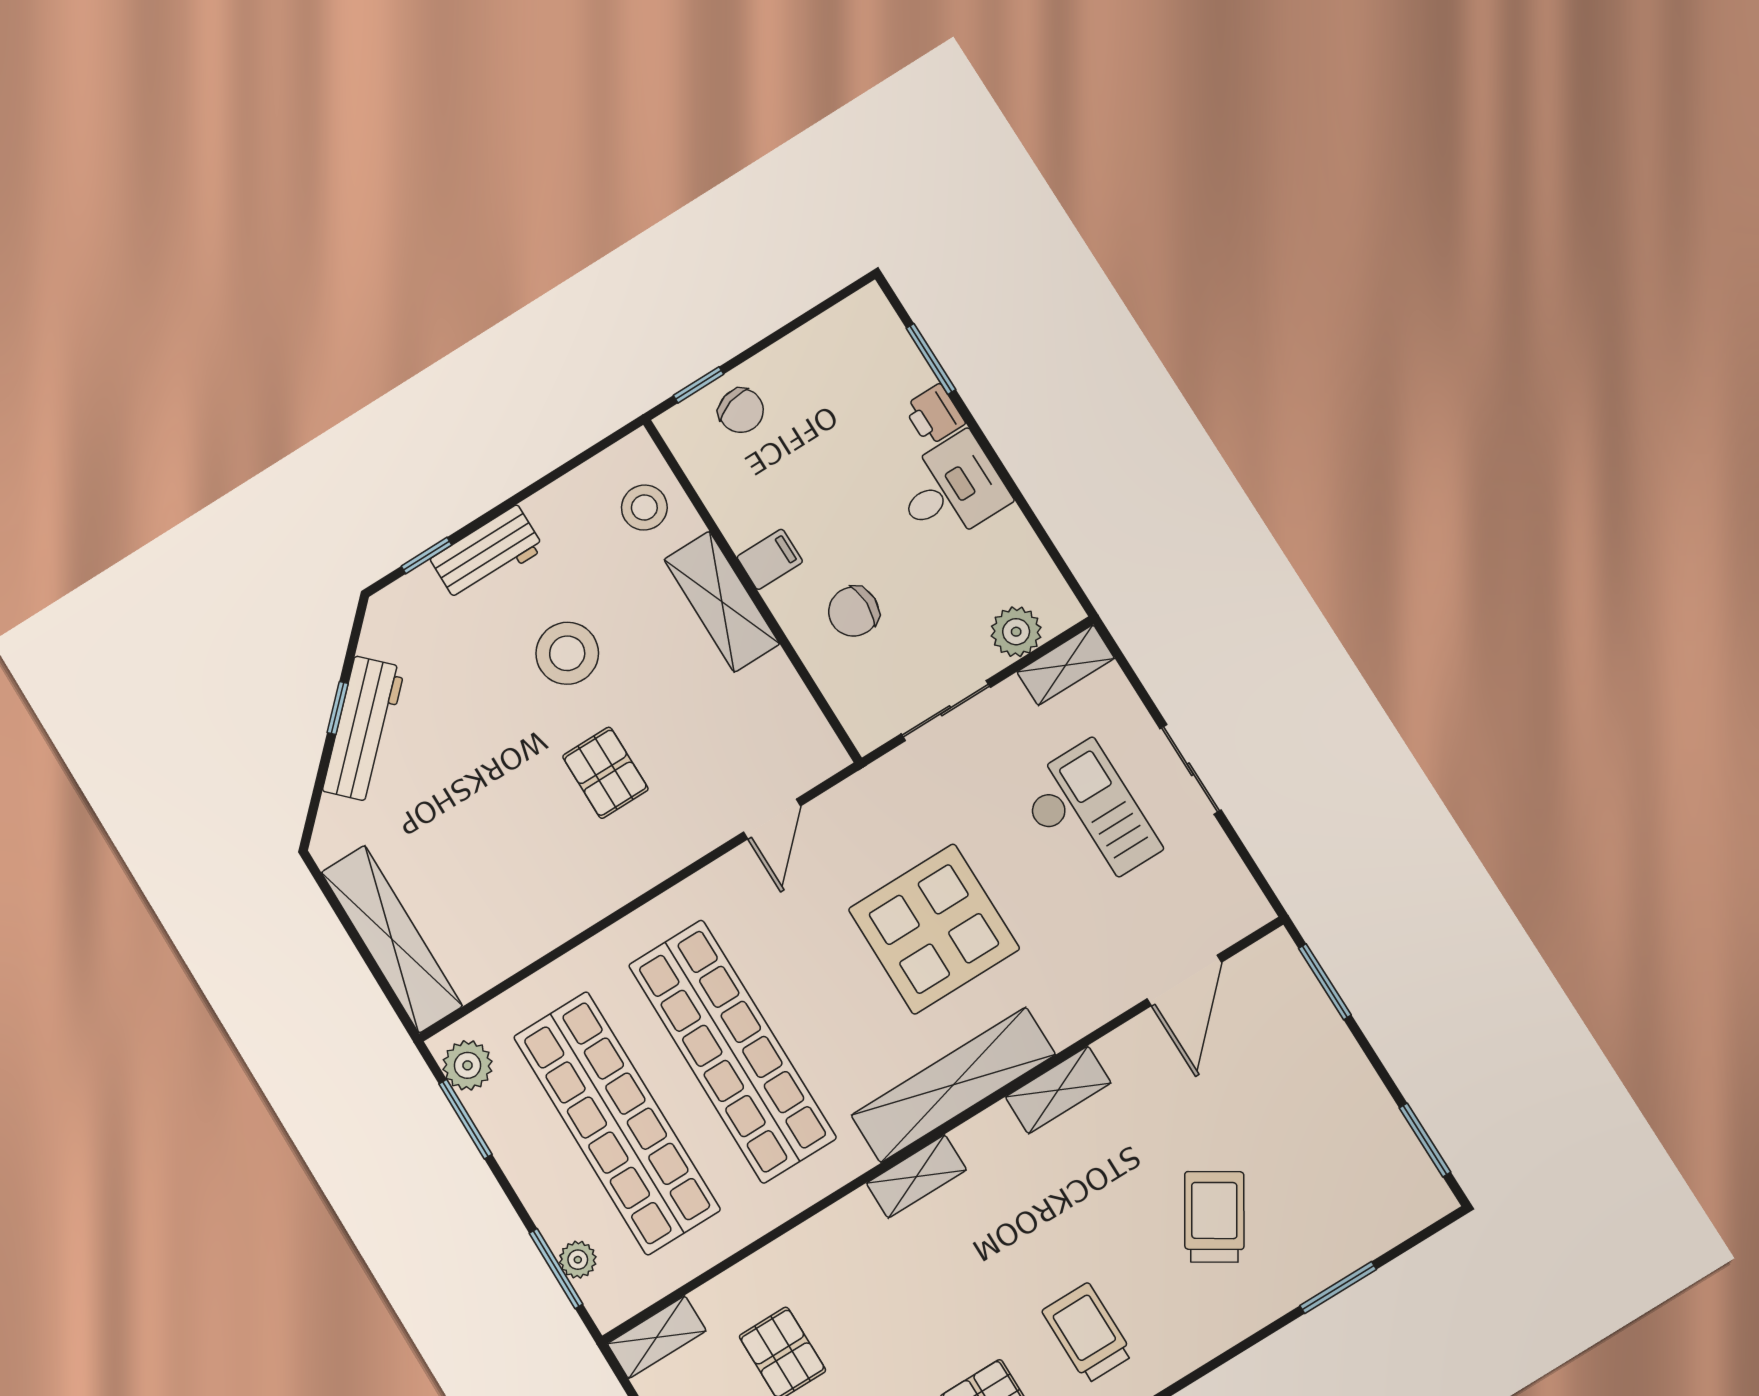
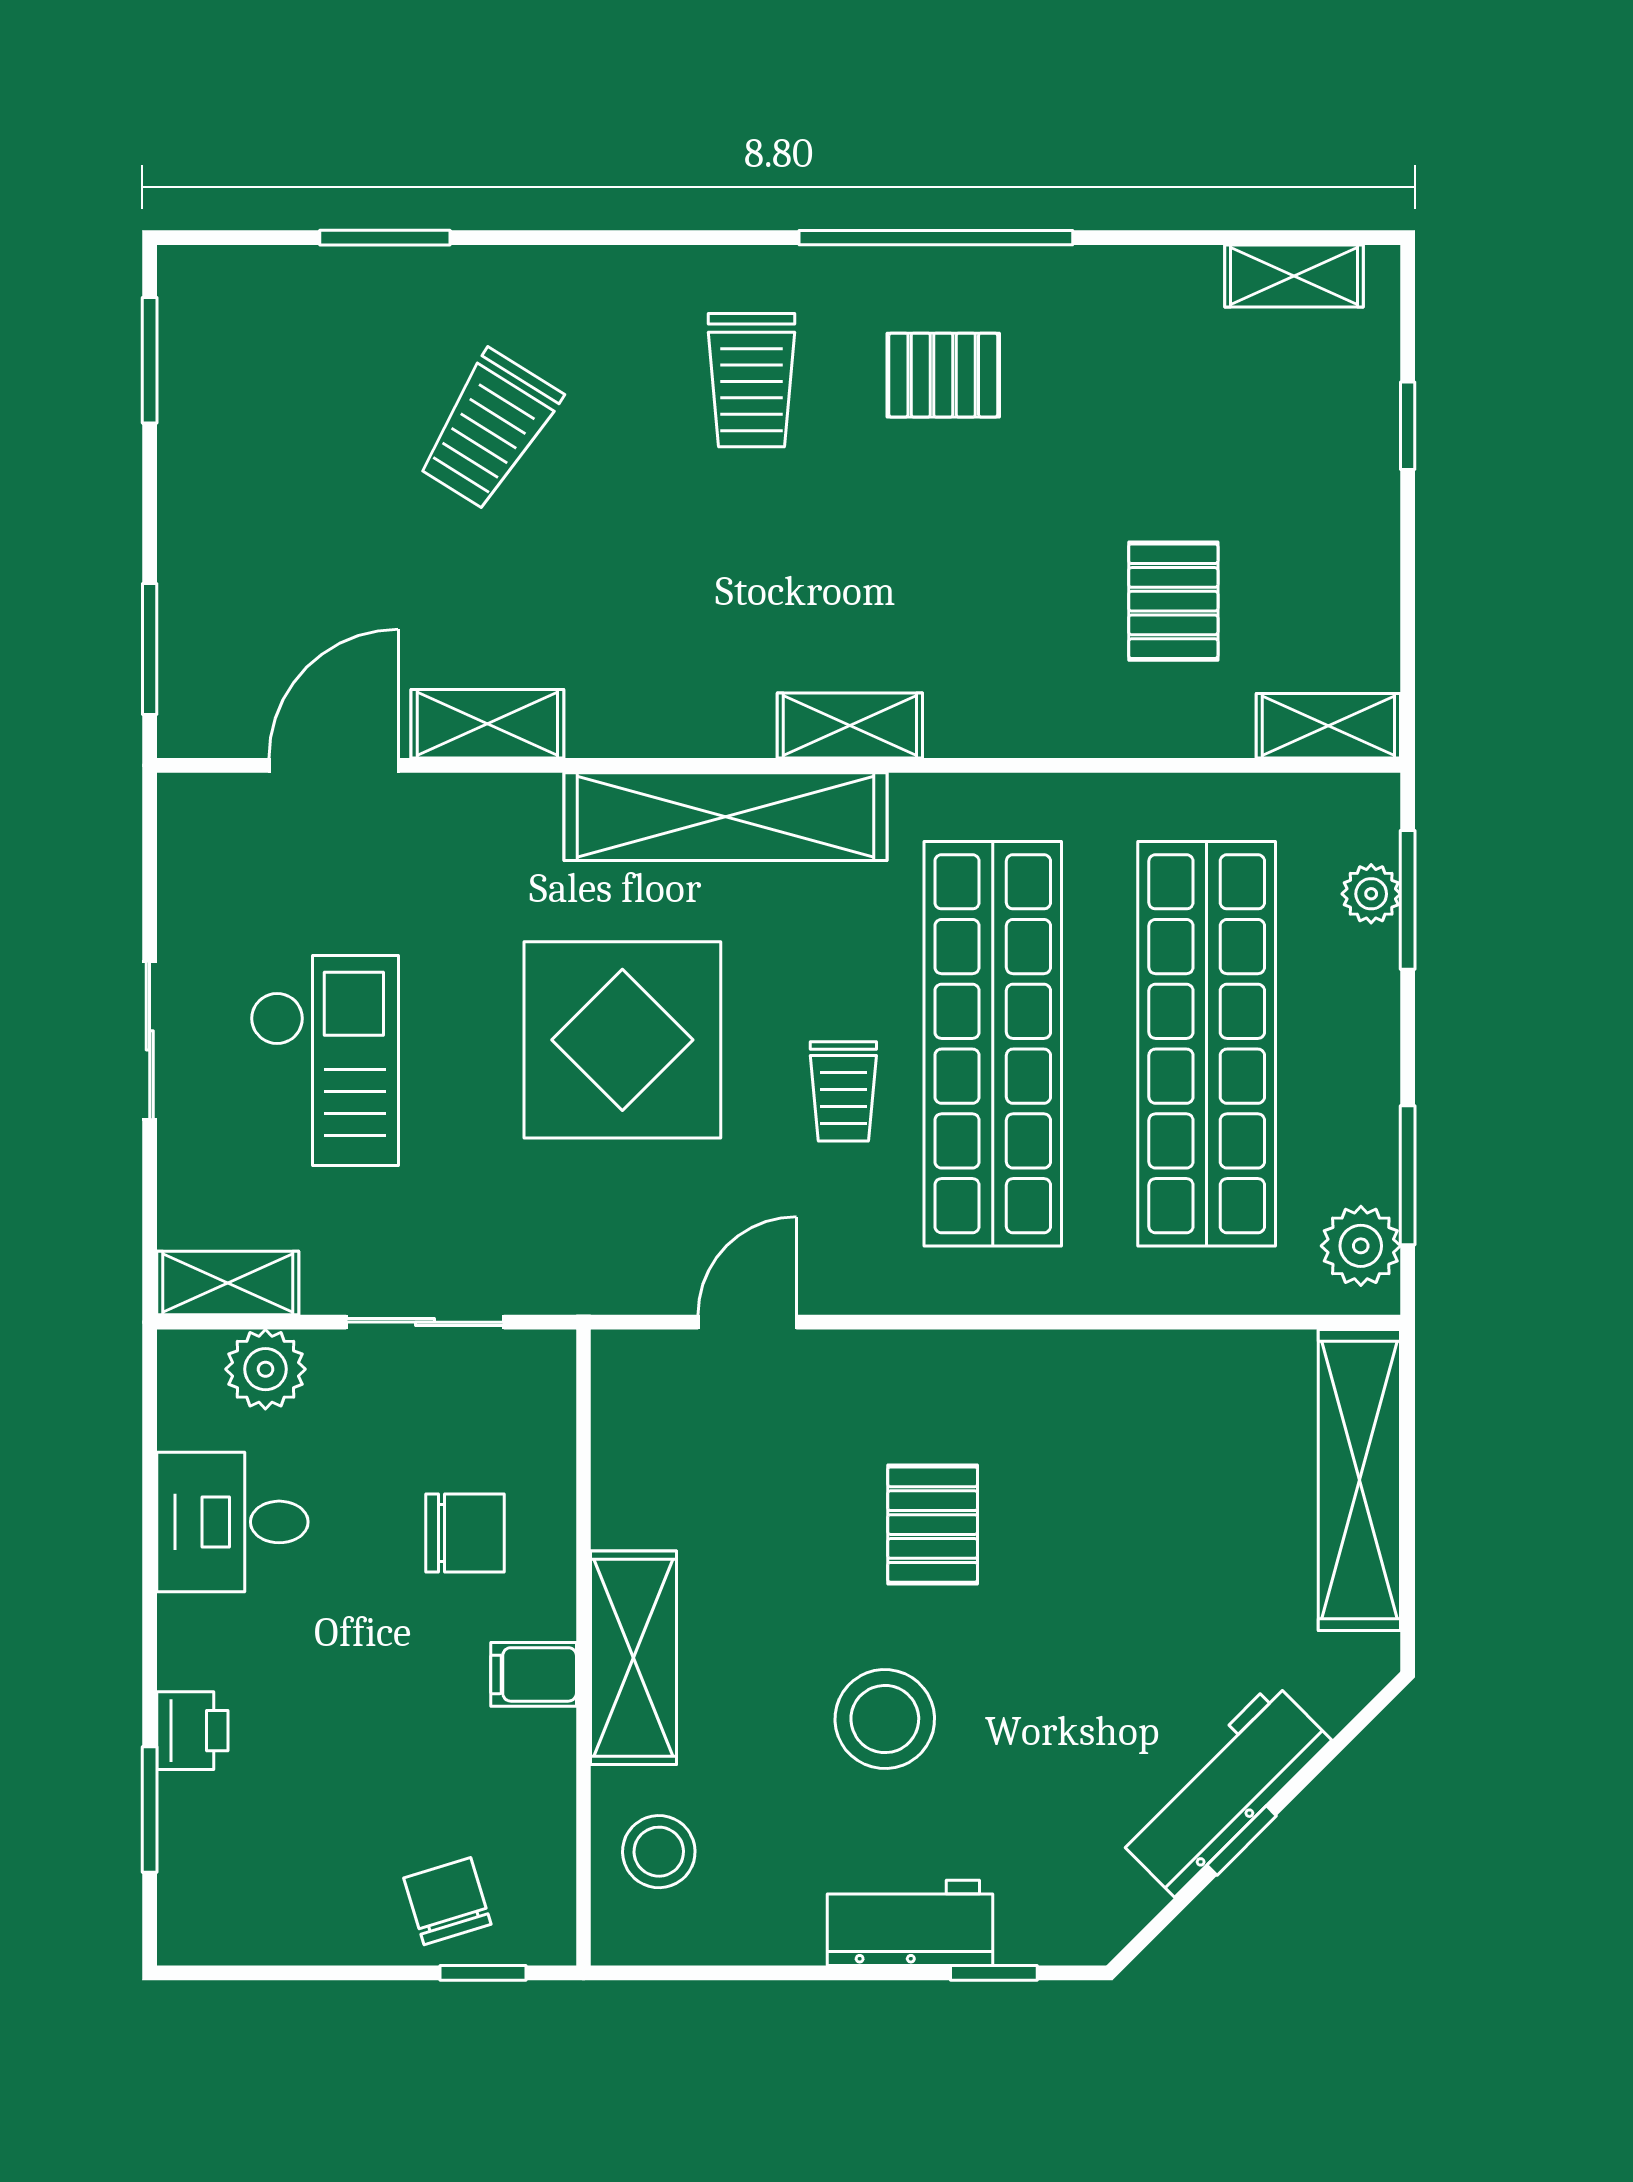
desk: (951, 489) -> (232, 1522), moved
checkout: (1089, 817) -> (324, 1061), turned 180
trolley: (797, 976) -> (843, 1091), added
shelving: (1058, 1090) -> (487, 724), moved

